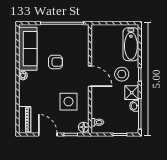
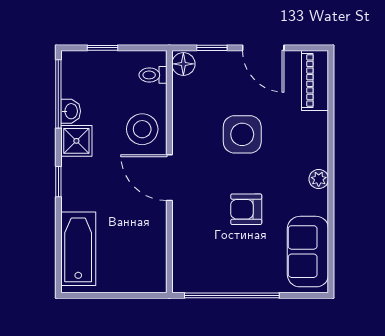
sofa: (28, 49) -> (308, 252), width x0.73
stool: (122, 74) -> (142, 129), moved
side table: (68, 102) -> (242, 134), moved

